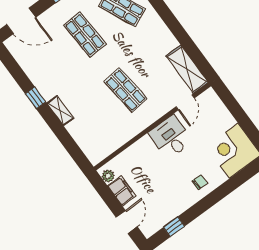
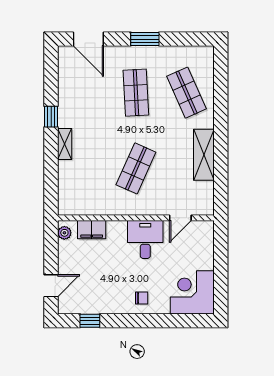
shelving: (187, 69) -> (204, 155), moved
shop shelf: (126, 90) -> (136, 168), turned 30
filing cabinet: (122, 191) -> (92, 230), moved, turned 90

